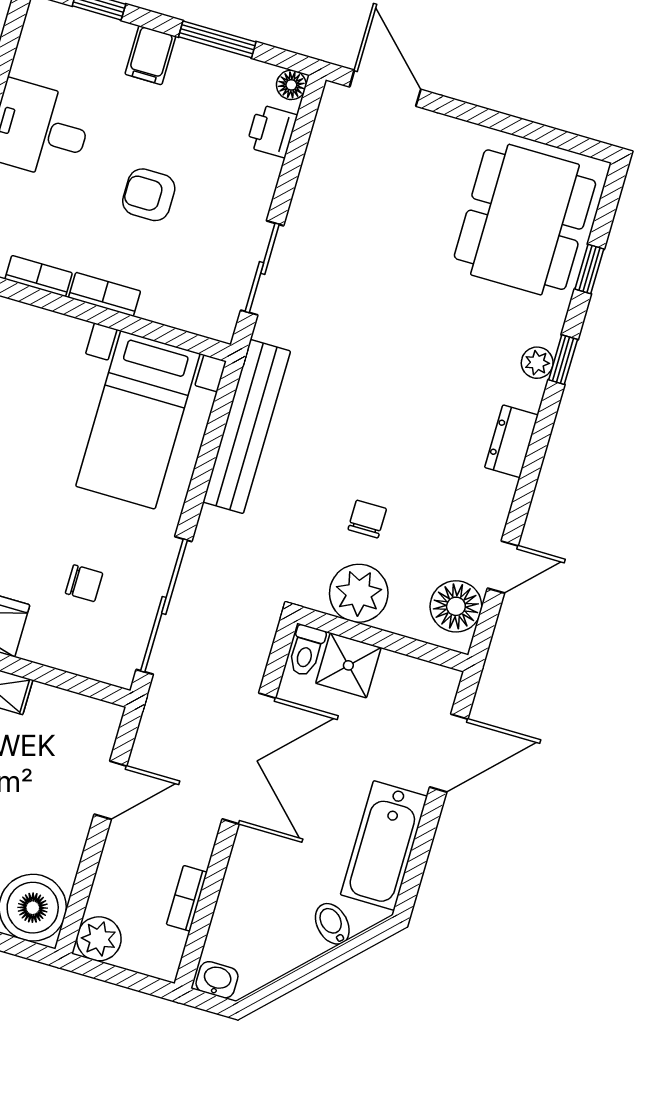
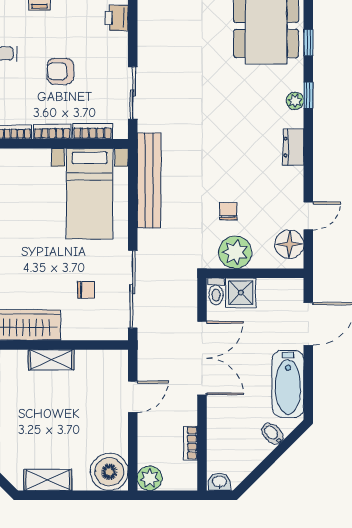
bookcase: (174, 314) -> (93, 131), added

